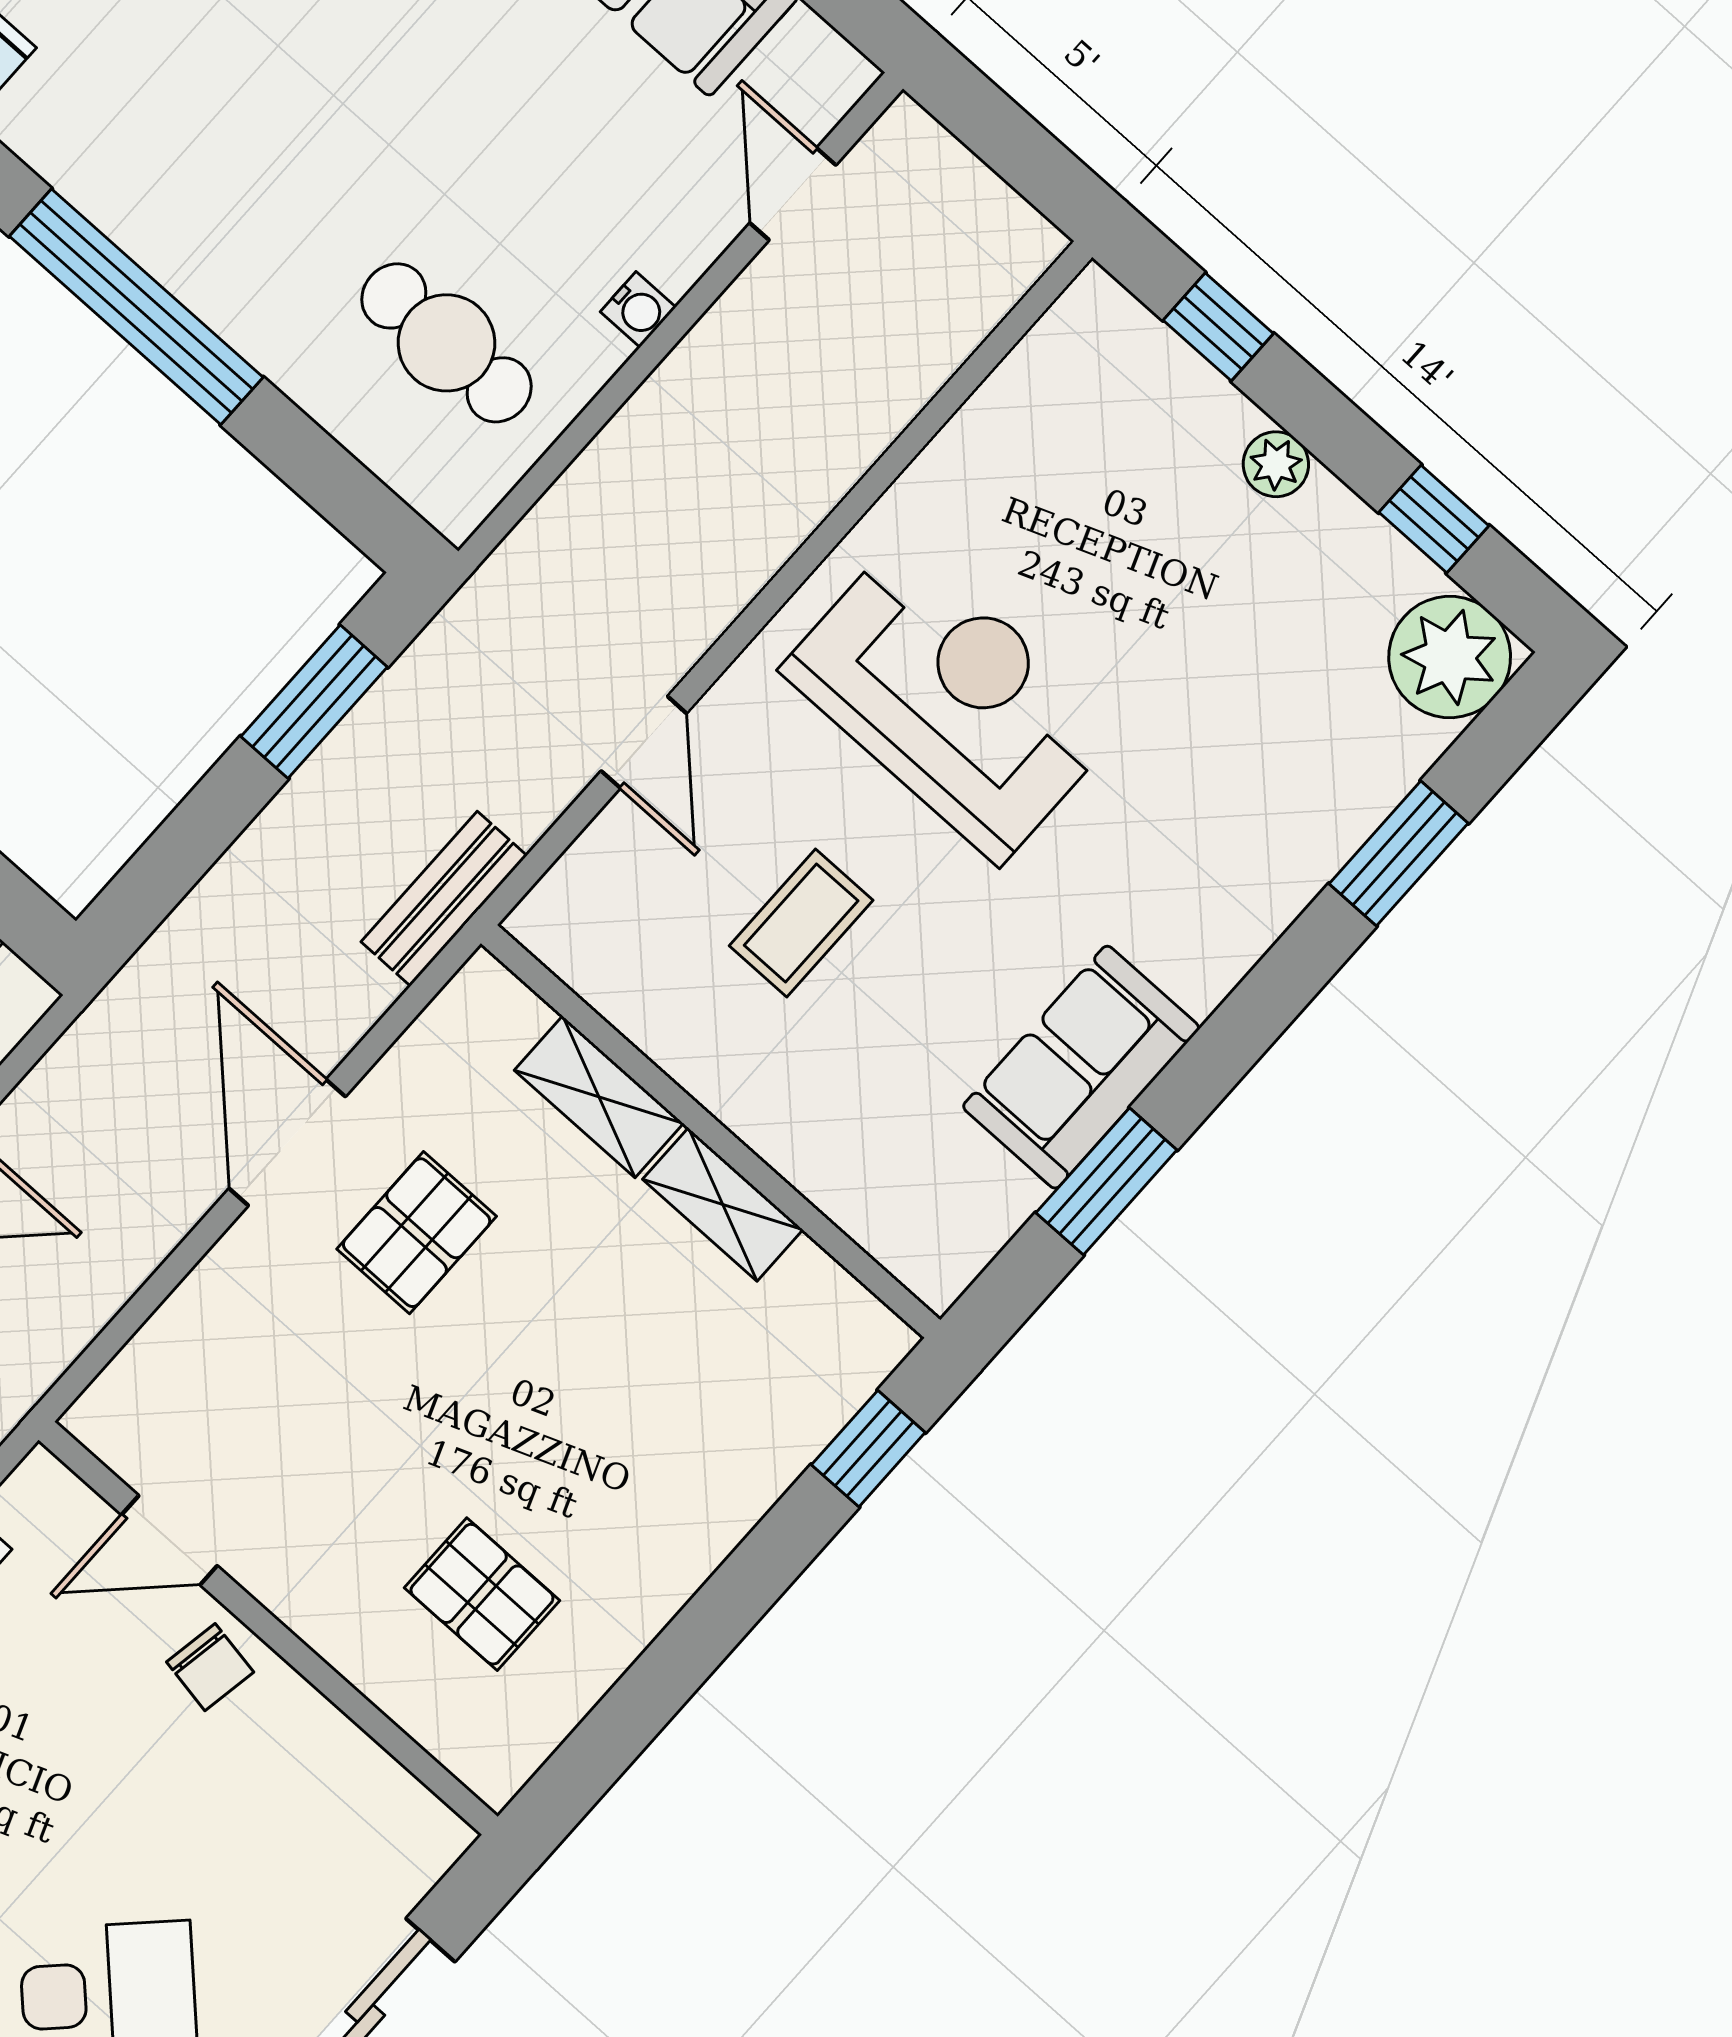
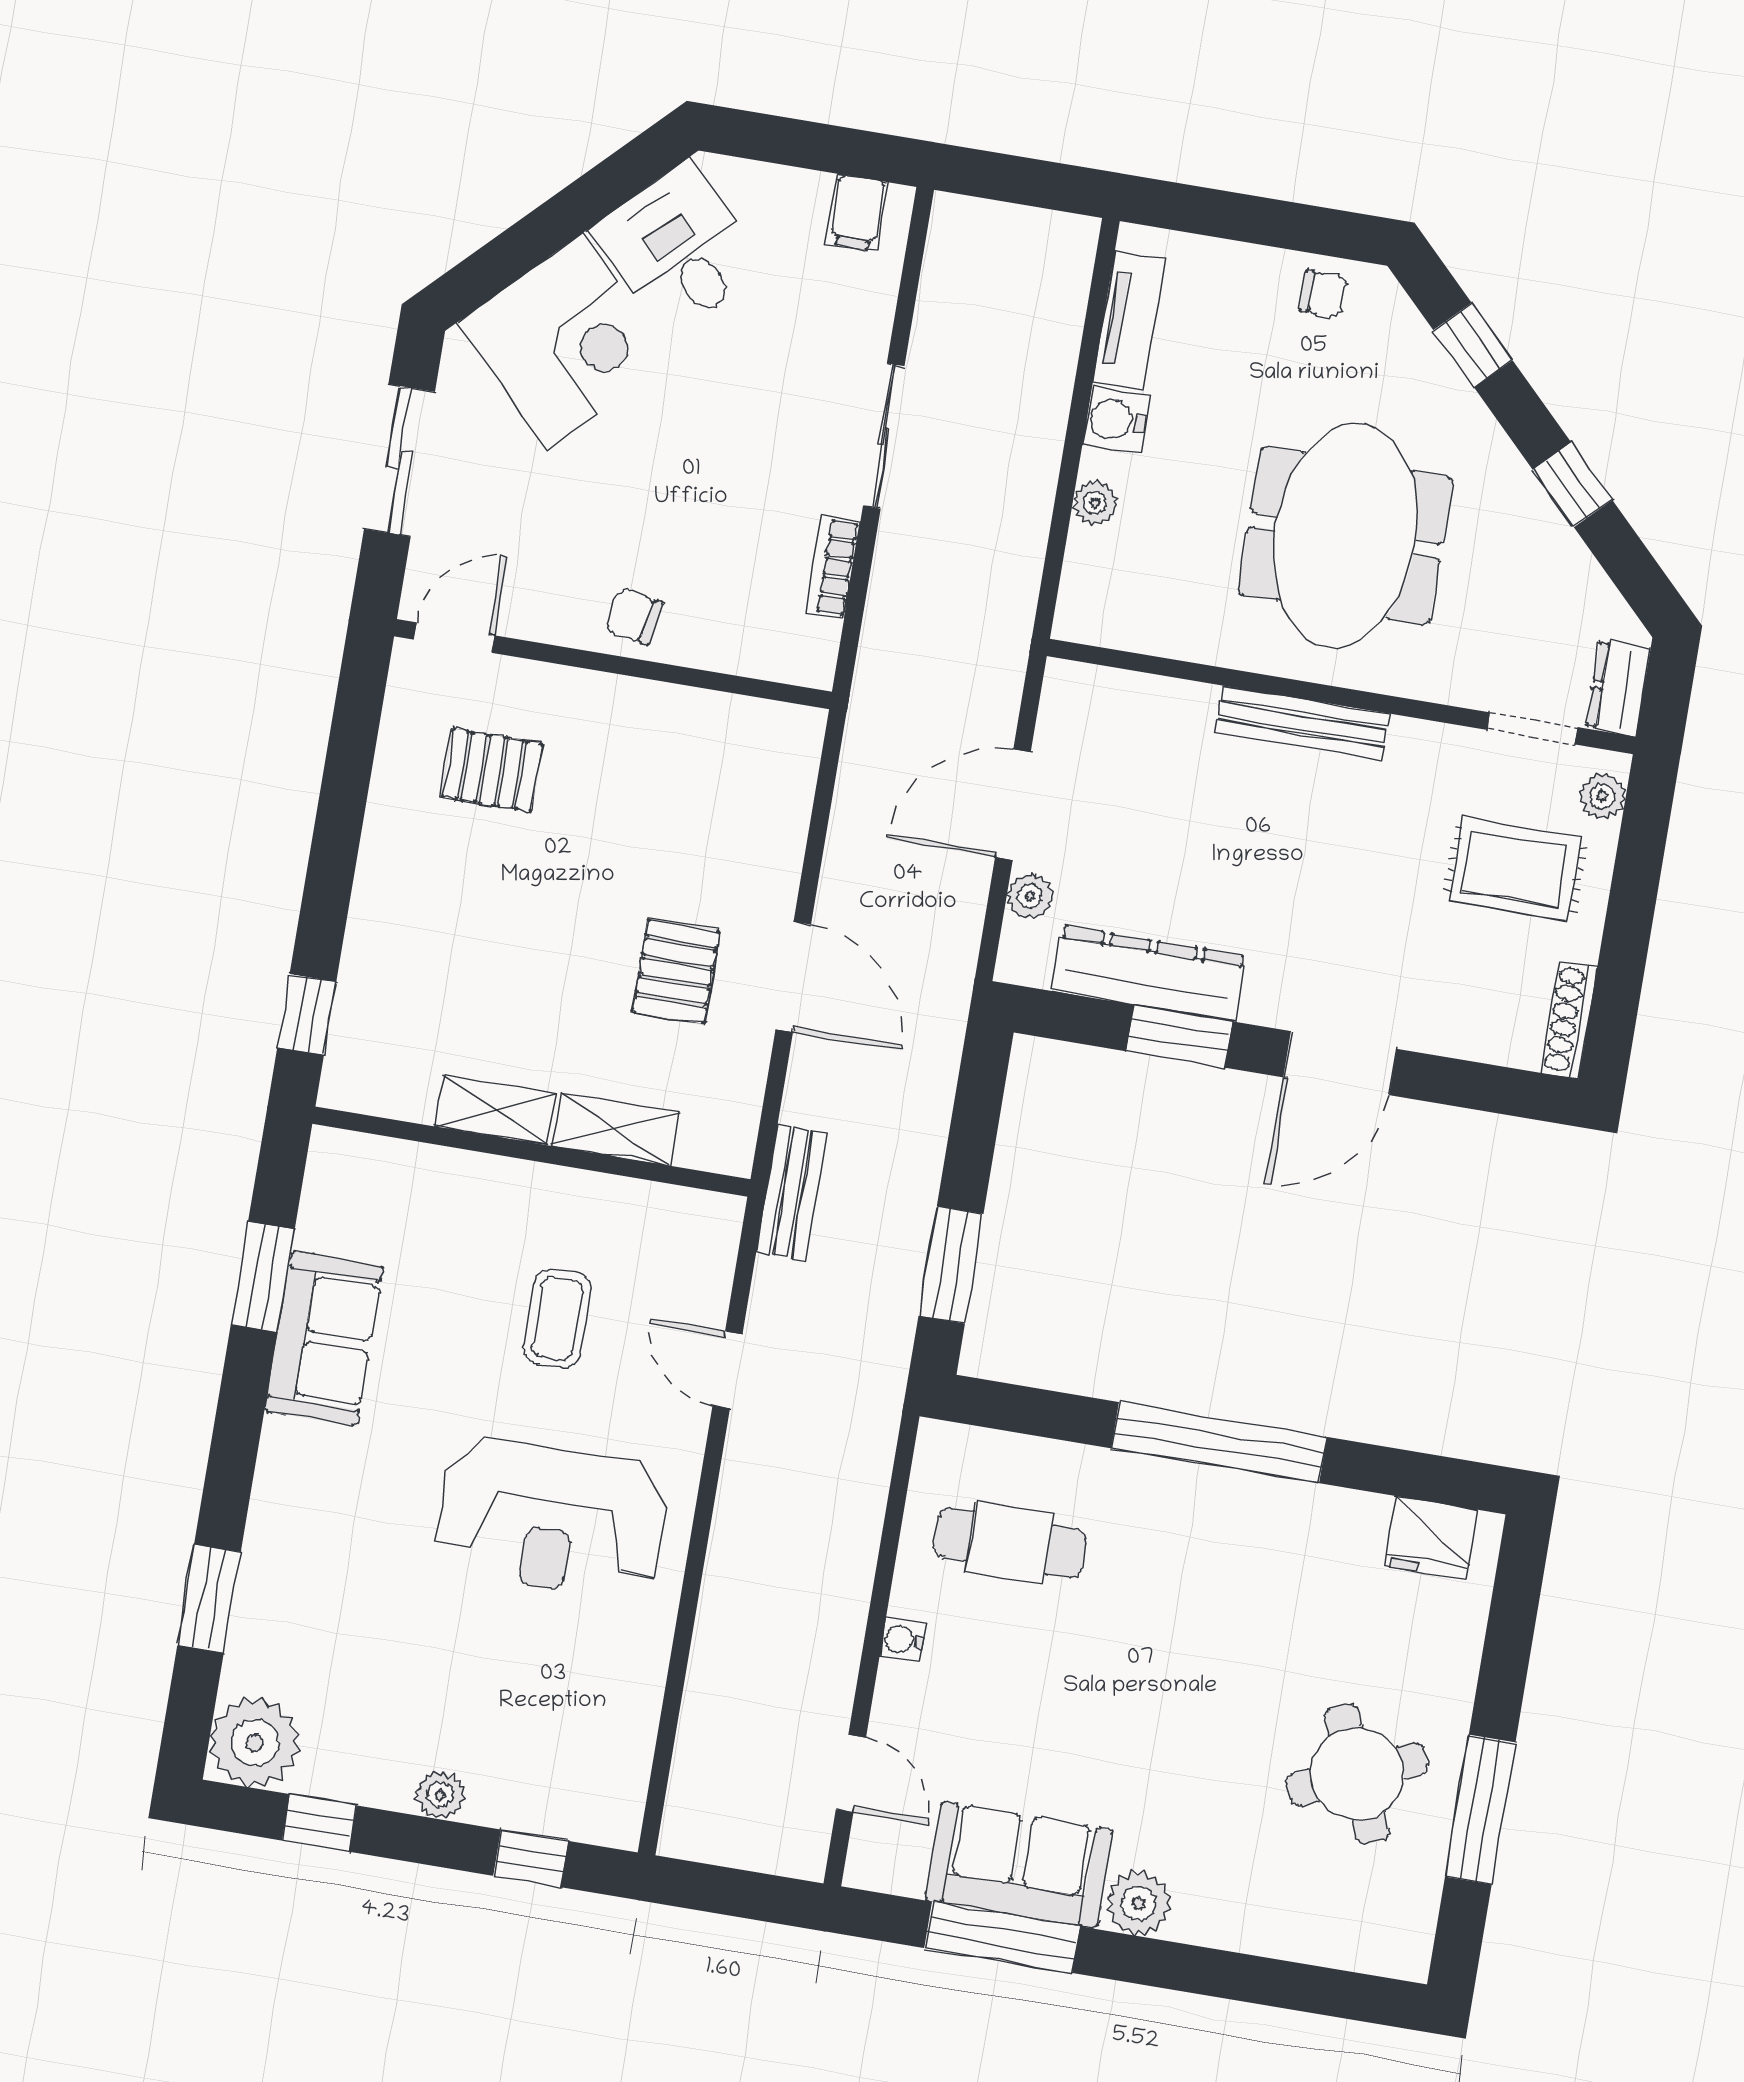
door: (169, 1540) -> (454, 638), moved

